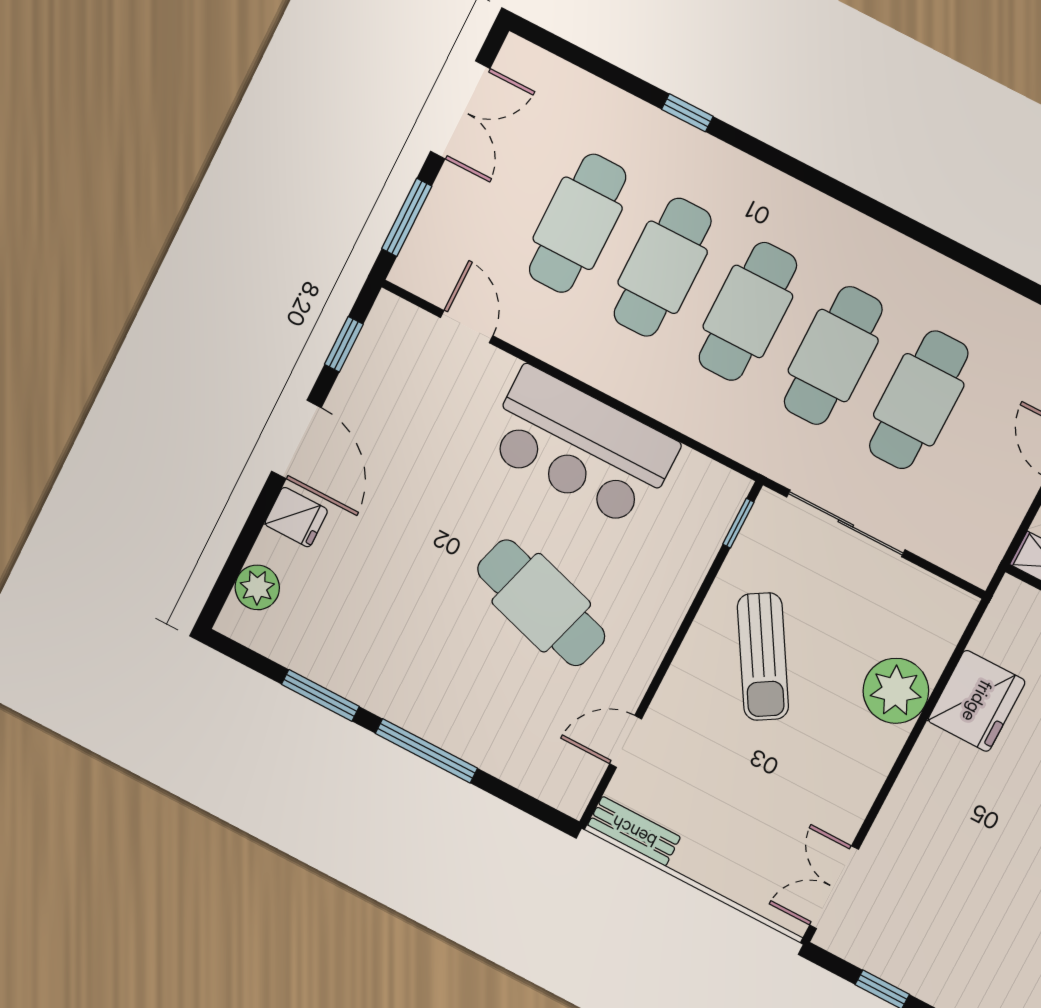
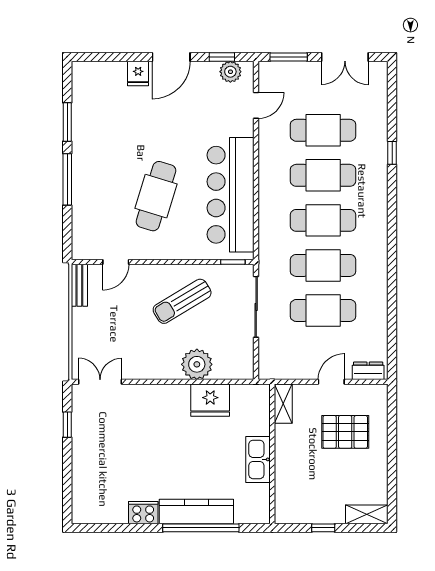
bar counter: (581, 447) -> (231, 195), width x1.36
plant: (257, 587) -> (230, 72), moved
door: (626, 741) -> (116, 262), swing flipped

